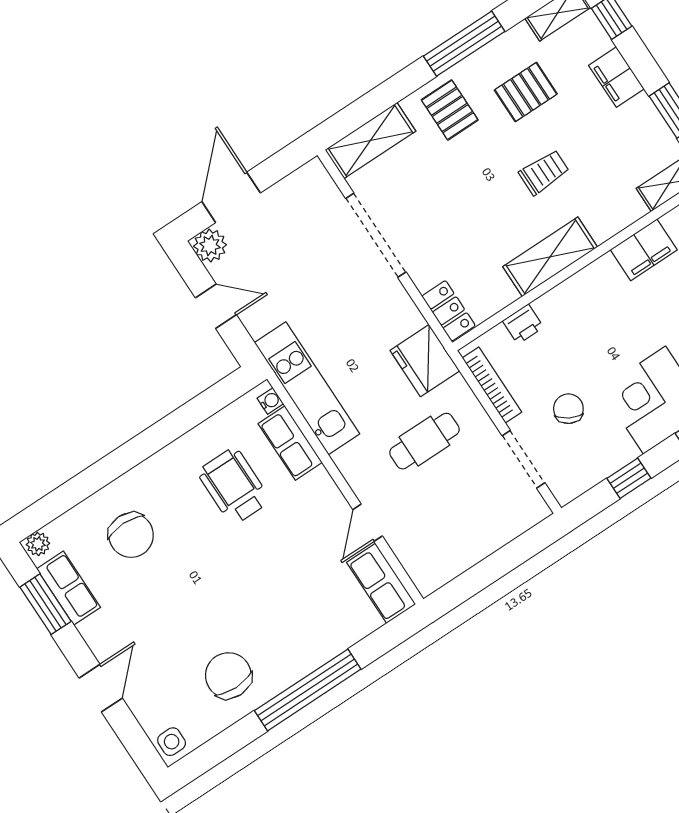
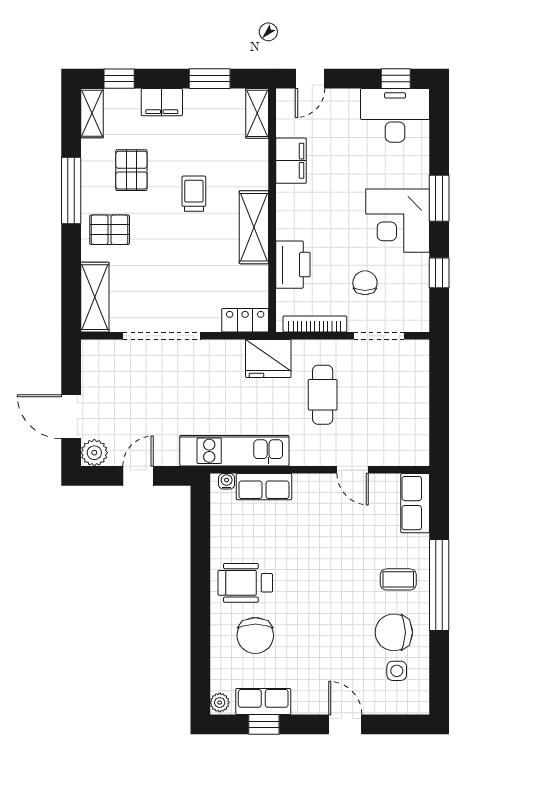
printer: (523, 324) -> (293, 265), width x1.87, depth x1.48
chair: (568, 409) -> (365, 283), turned 61
wheelchair: (234, 486) -> (245, 583), moved
chair: (131, 535) -> (255, 636), turned 90
row of seats: (381, 583) -> (415, 503), moved, turned 90
window: (45, 604) -> (264, 724), width x0.67
coffee table: (286, 644) -> (398, 579), added
side table: (172, 742) -> (397, 671), moved

